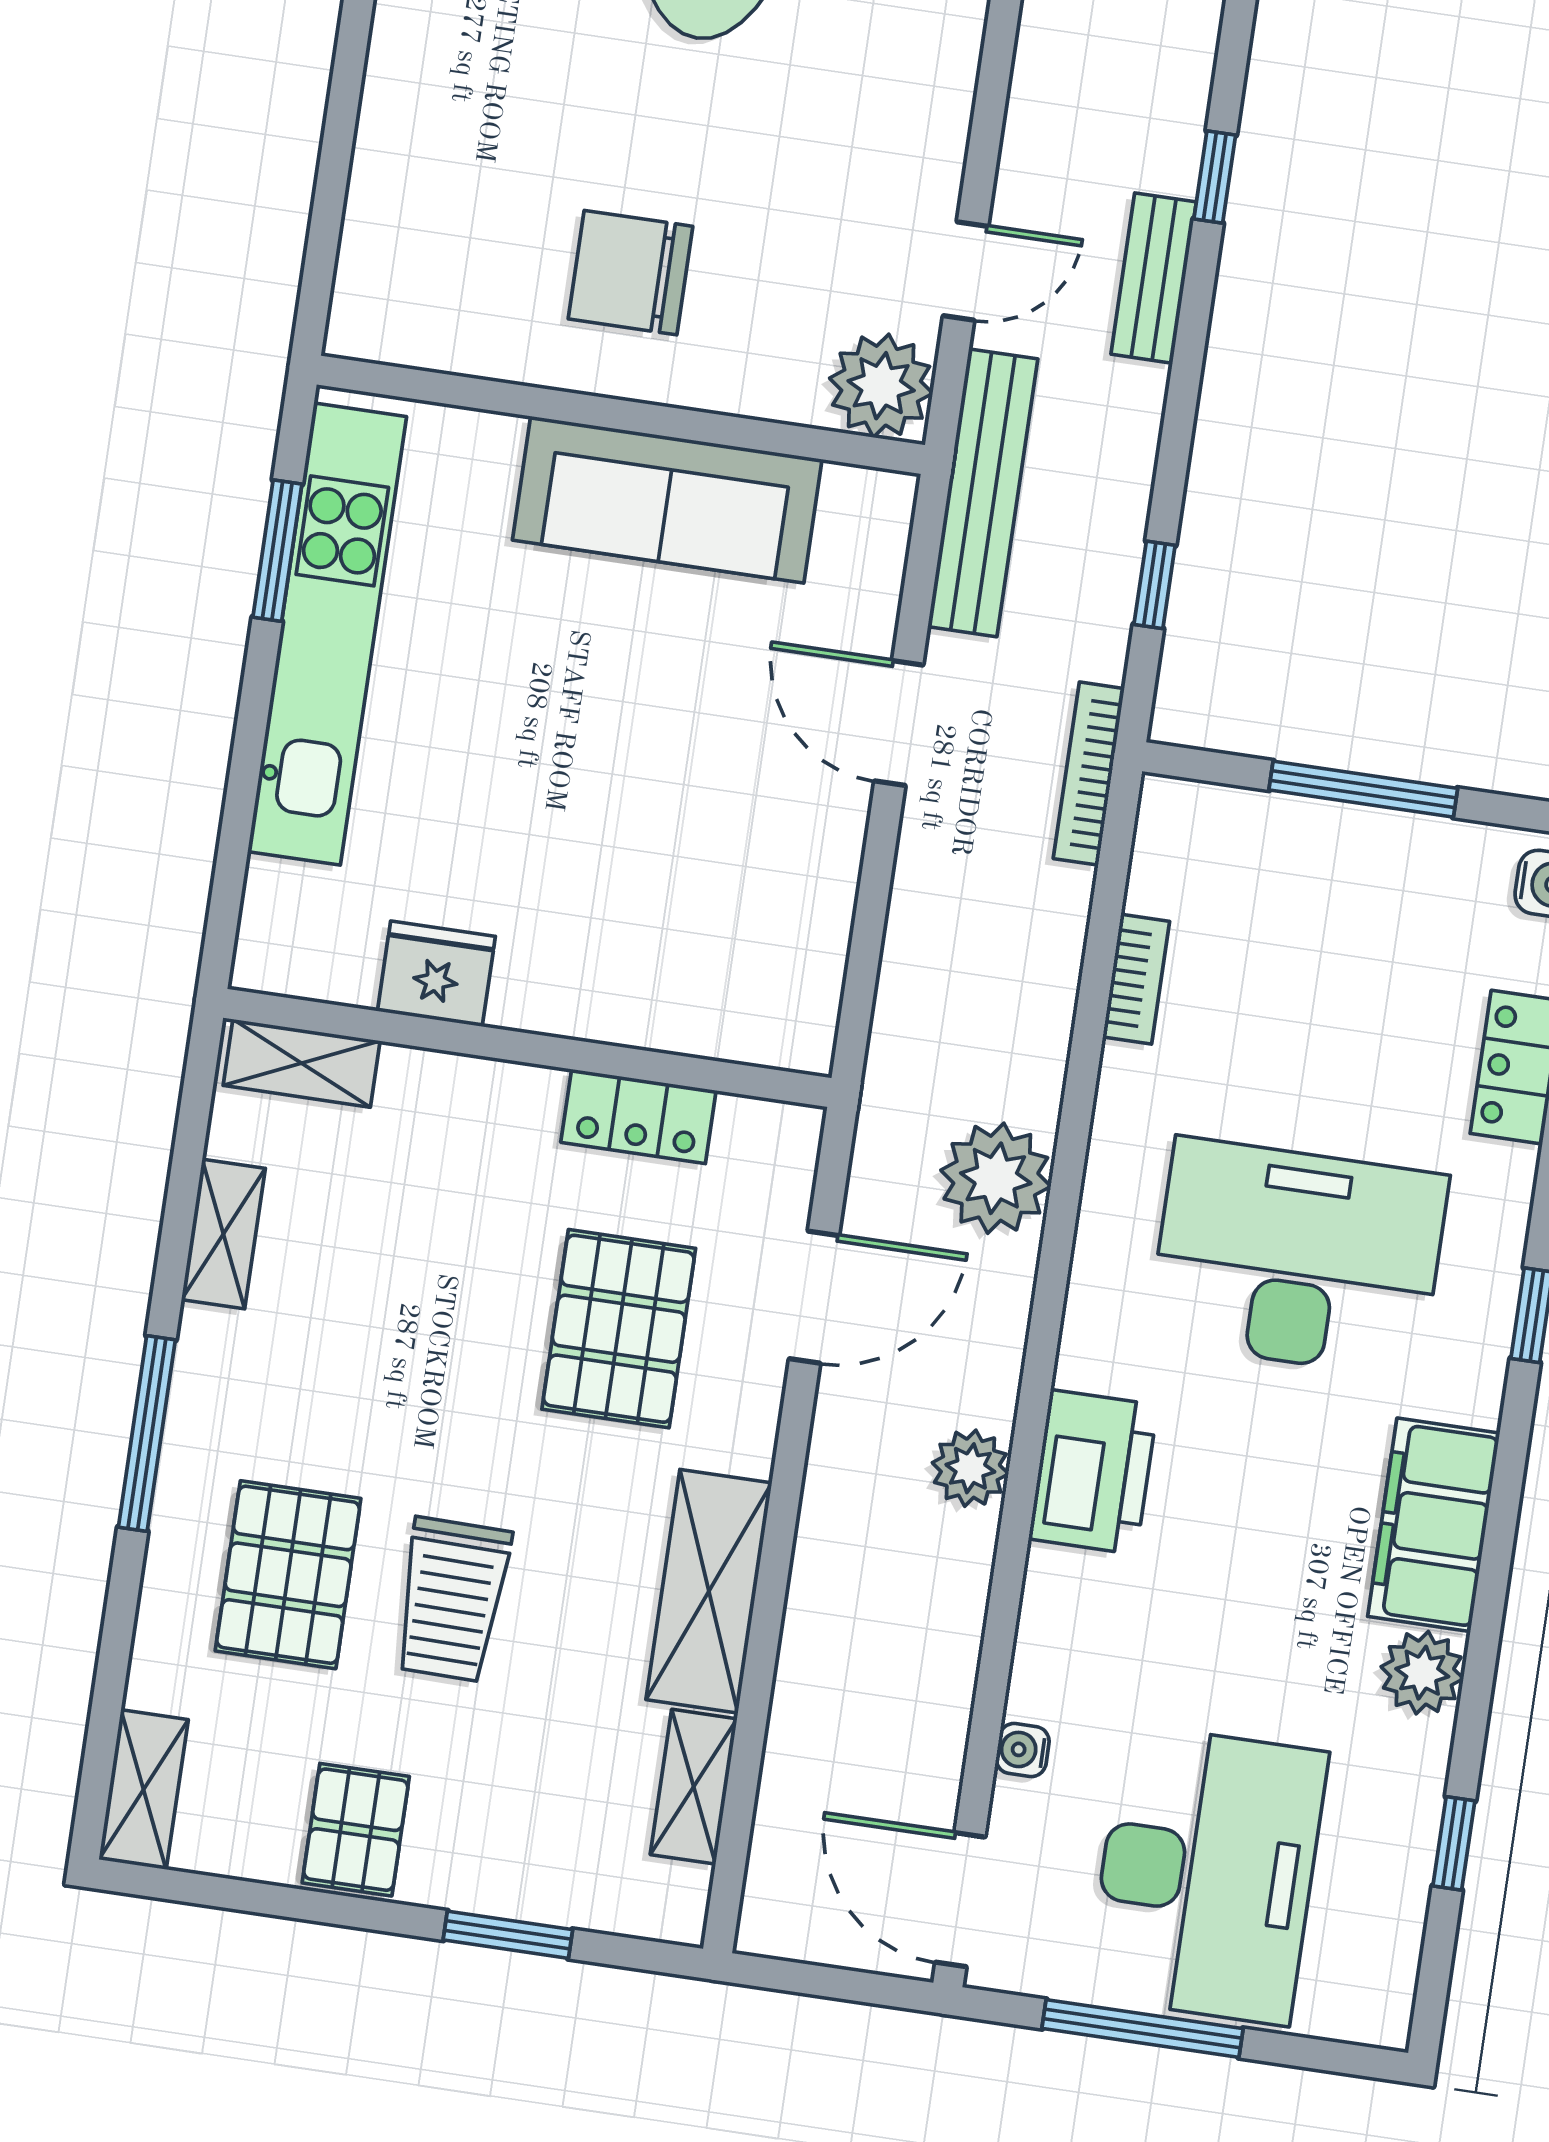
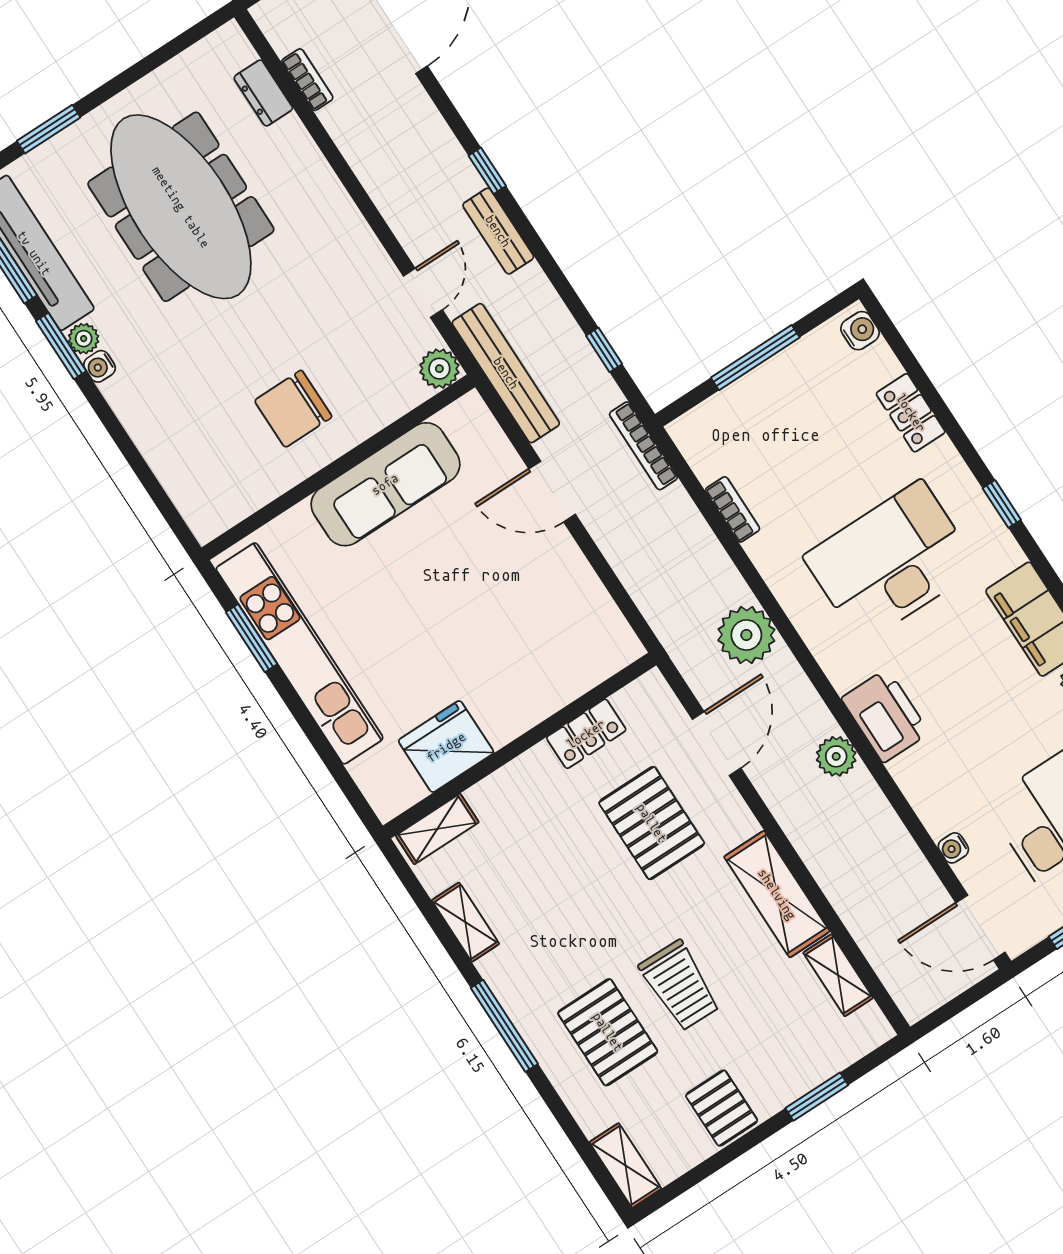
plant: (881, 386) -> (439, 369), width x0.73, depth x0.73
fridge: (436, 974) -> (446, 747), width x1.36, depth x1.34

